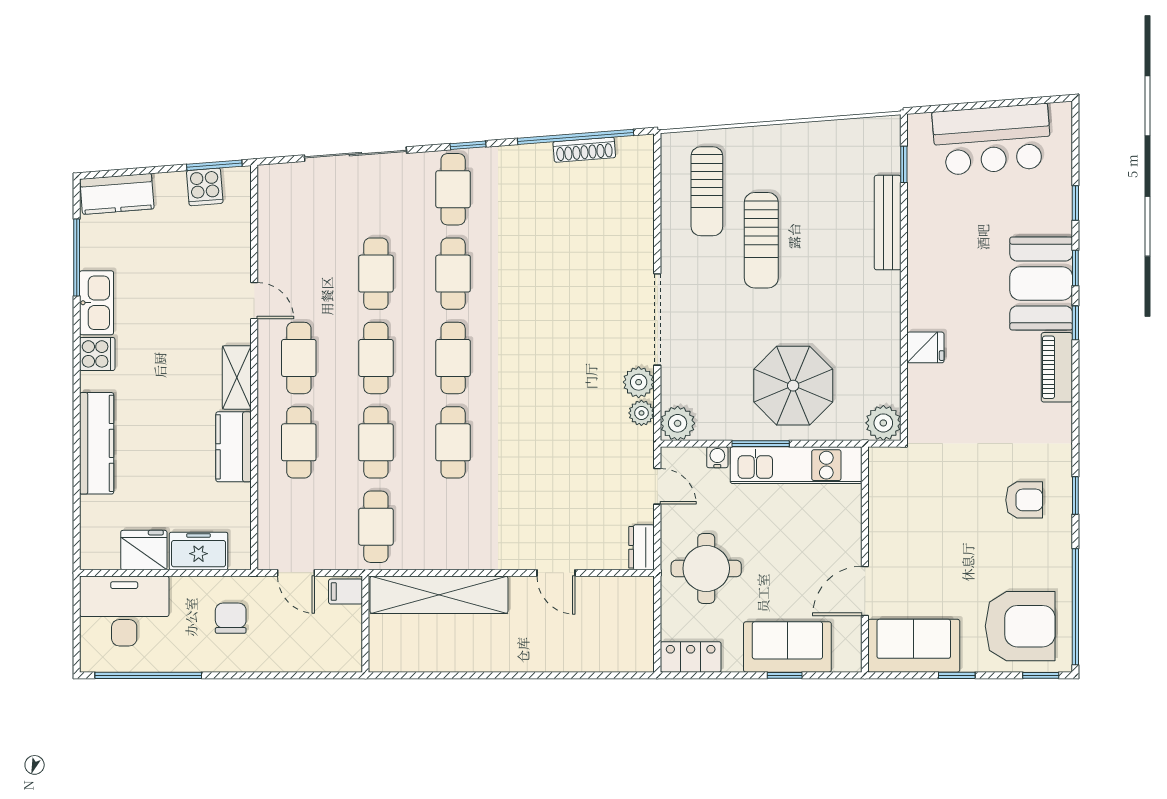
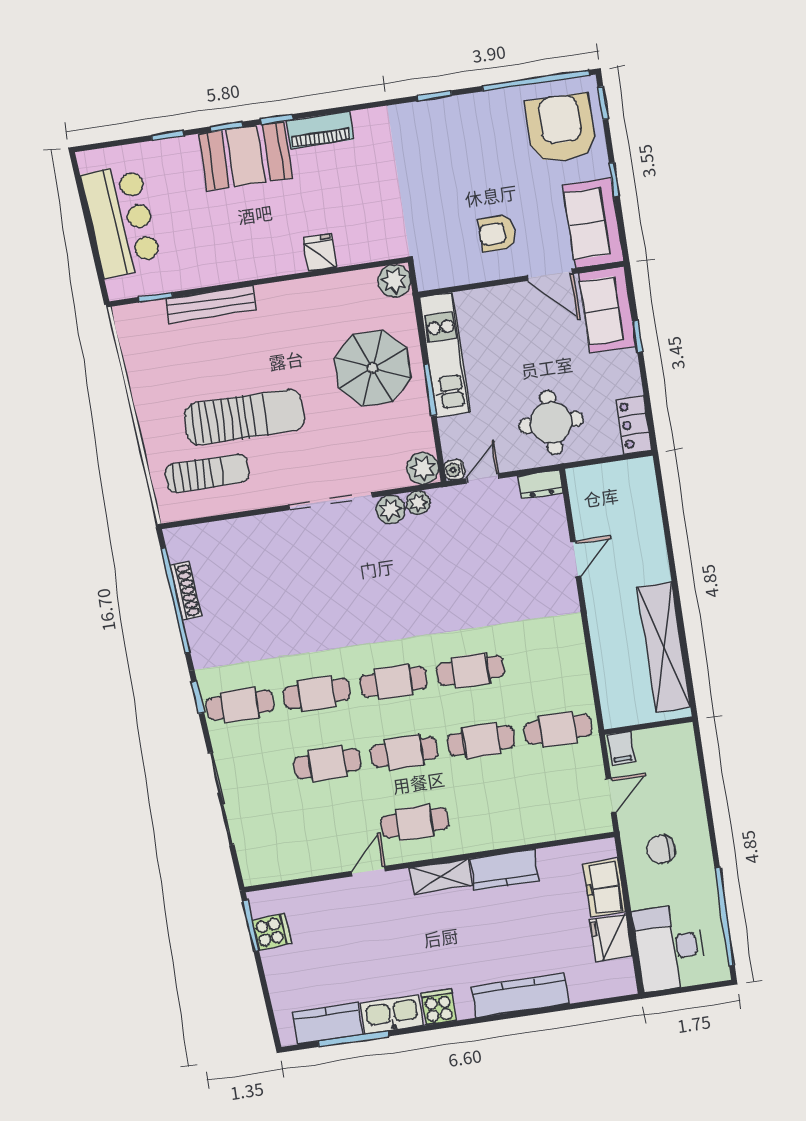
kitchen counter: (117, 194) -> (328, 1023), moved, turned -86
sun lounger: (761, 240) -> (244, 417), width x1.36, depth x1.34
cafe table: (299, 442) -> (492, 811), removed
water cooler: (717, 457) -> (454, 470), moved
armchair: (1024, 500) -> (497, 233), moved, turned -90
shelving: (439, 595) -> (664, 647), moved
sofa: (787, 647) -> (607, 310), moved

